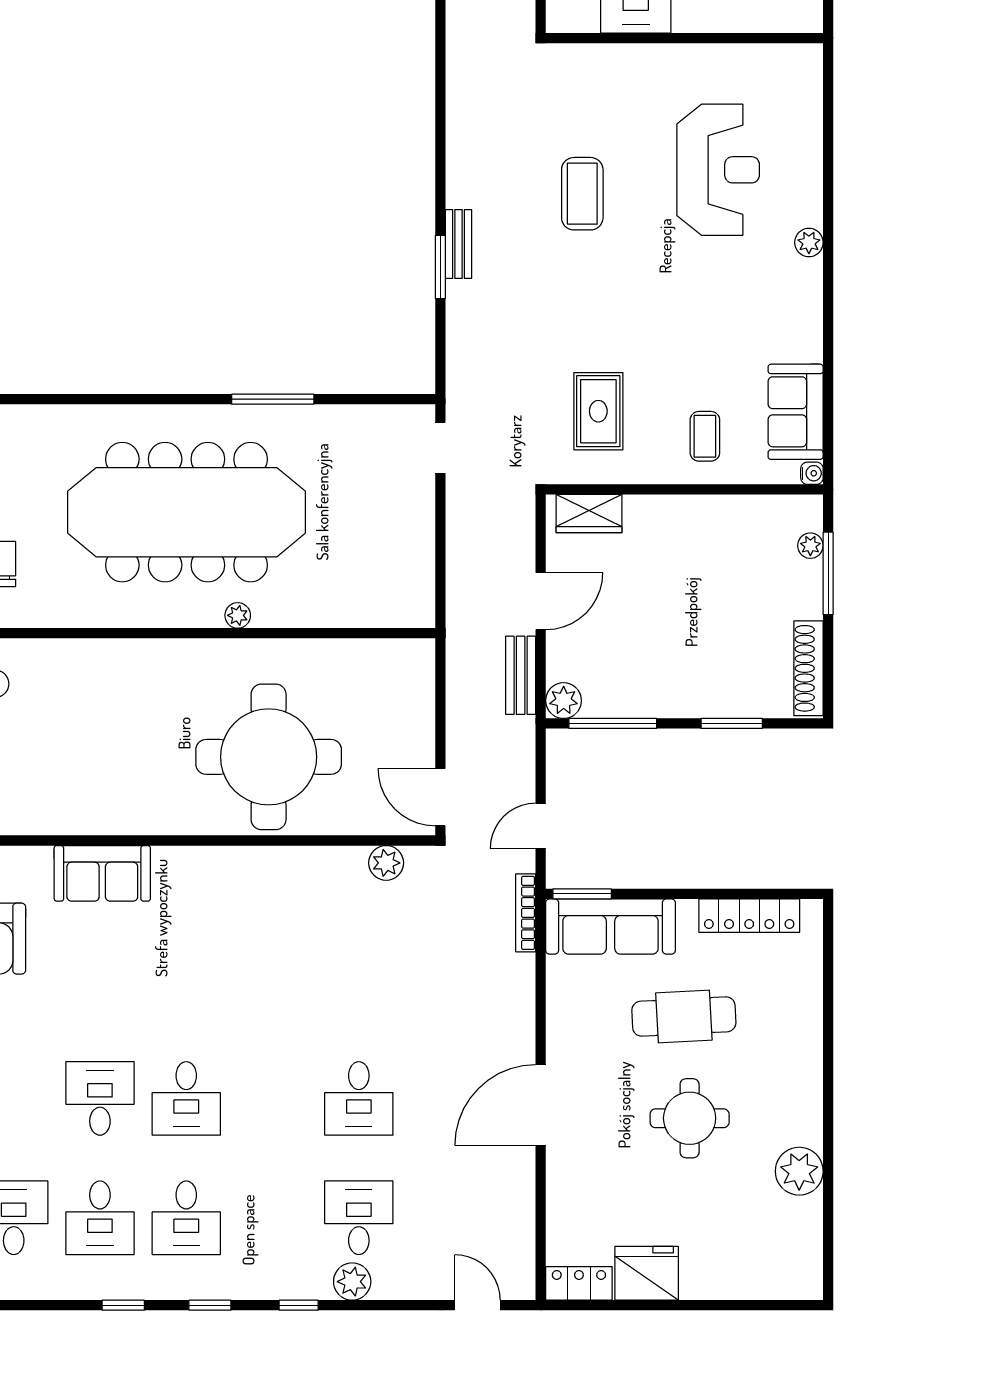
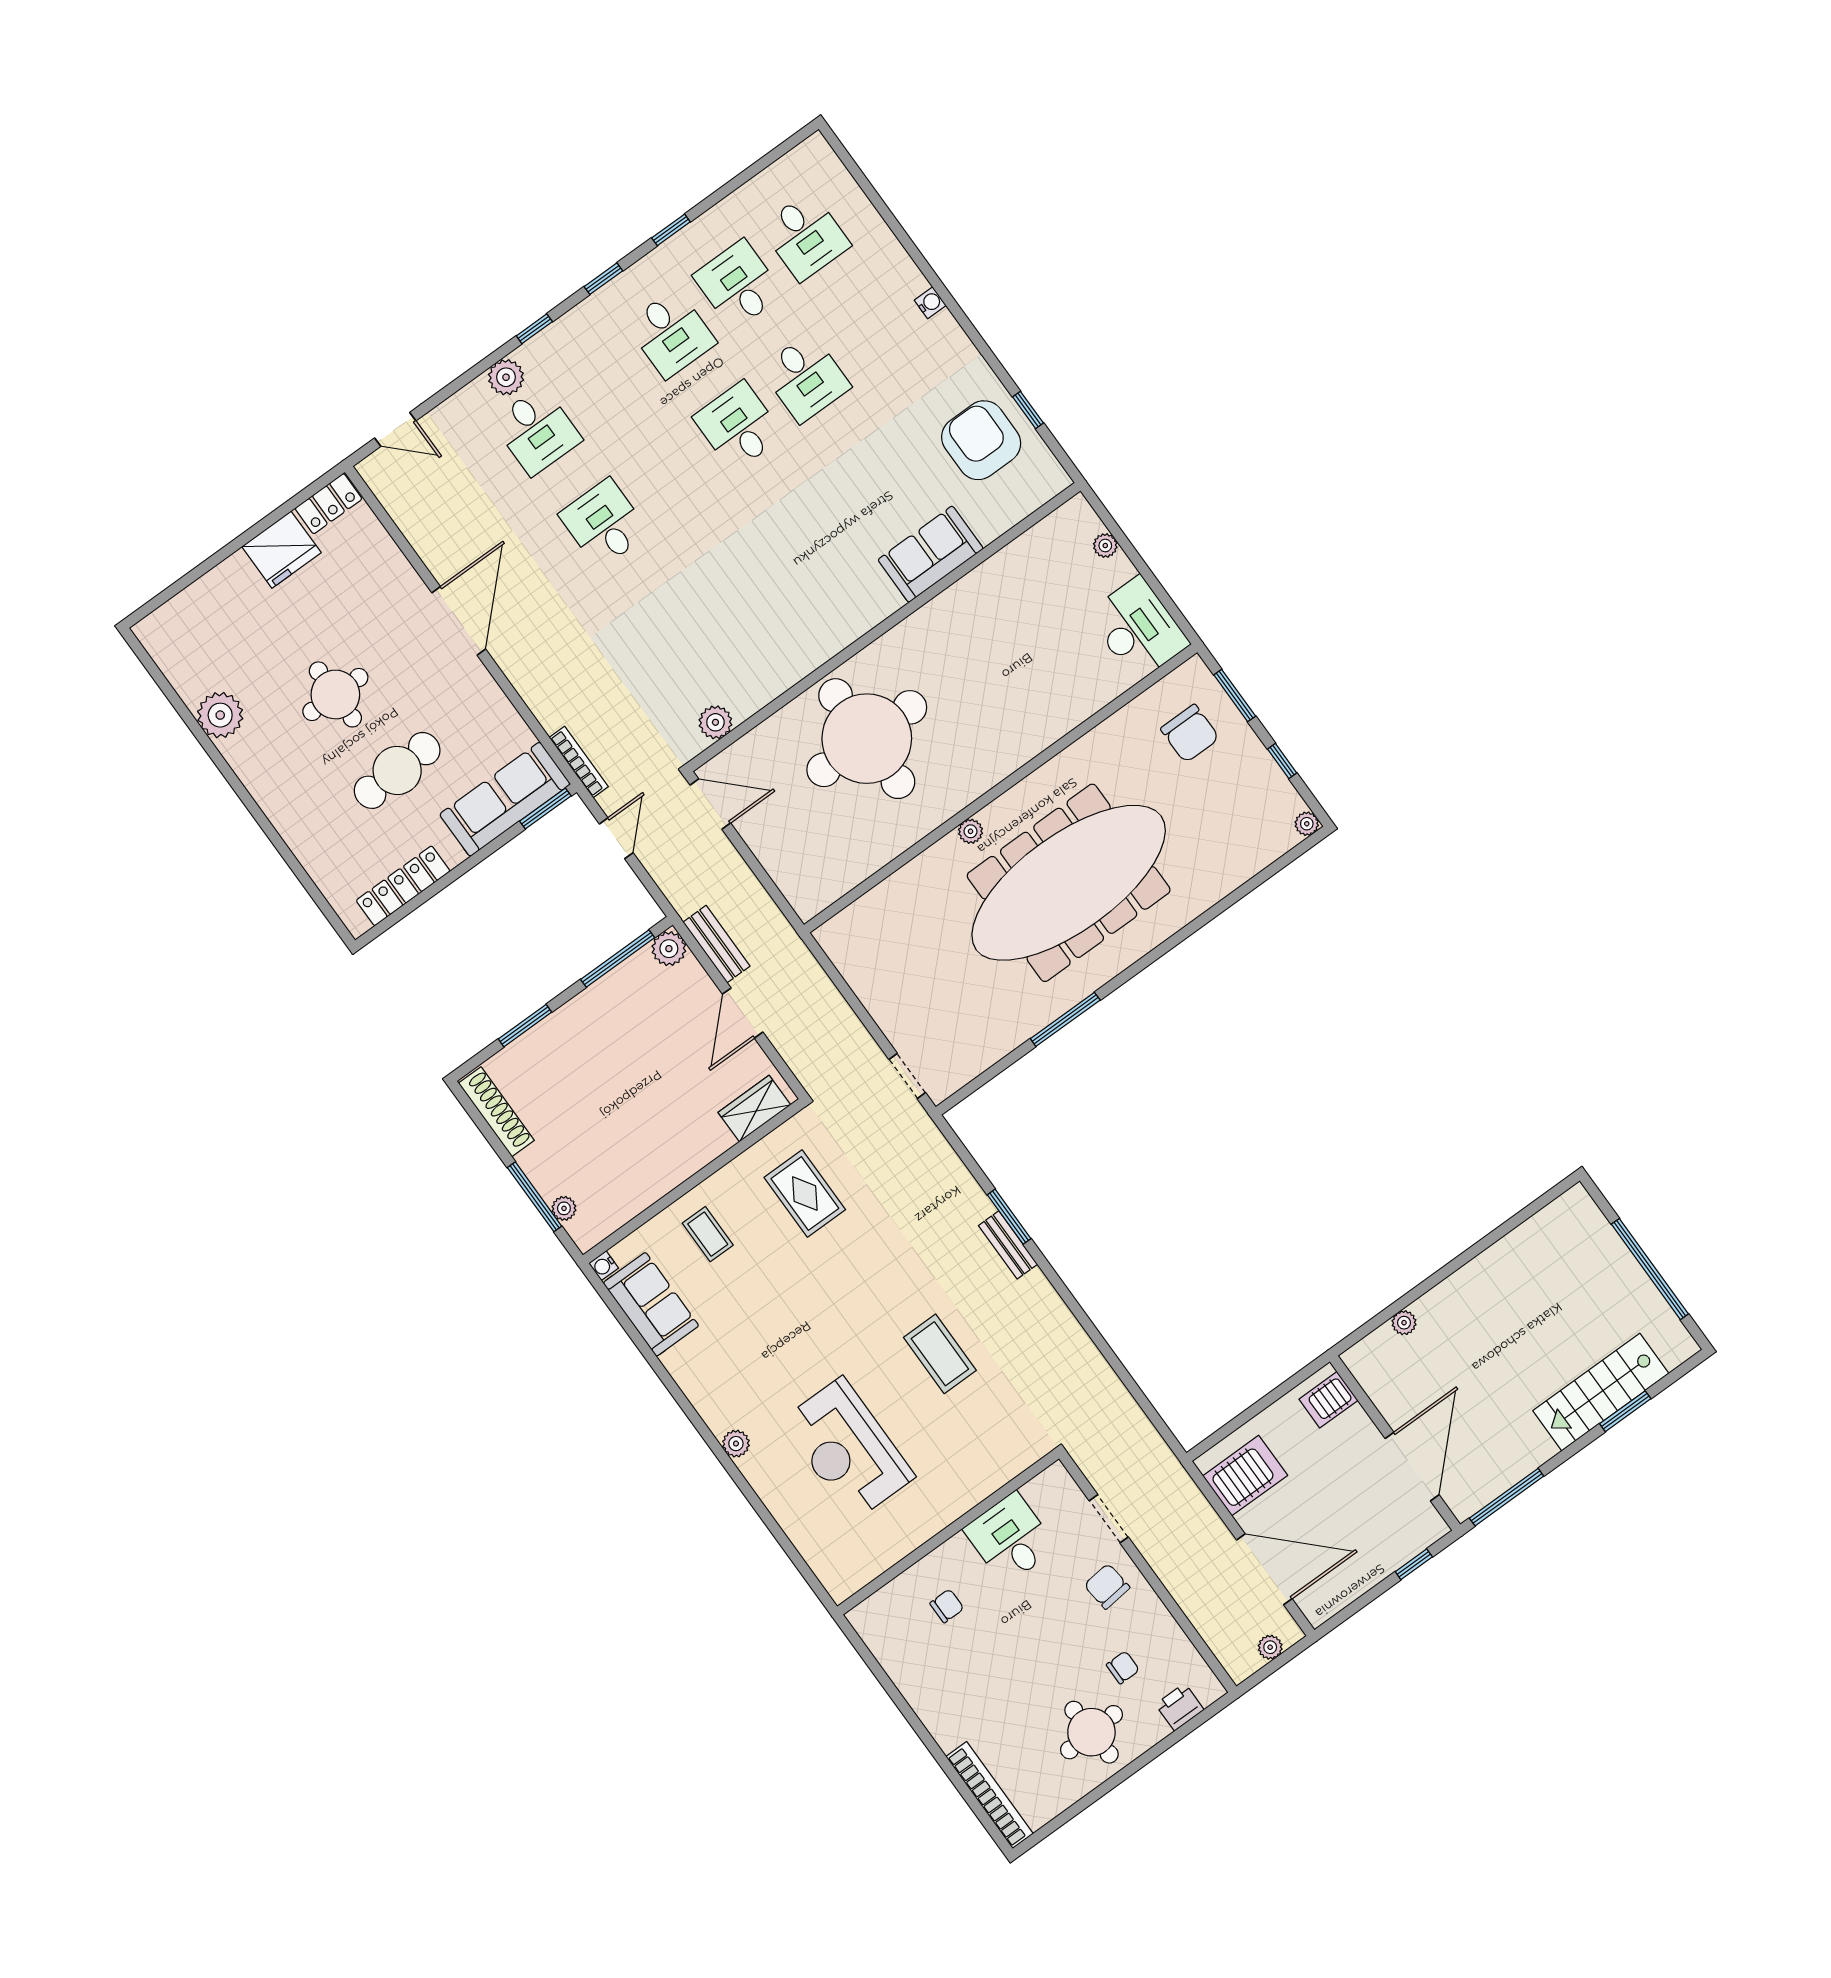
desk: (186, 1218) -> (671, 333), turned 180

